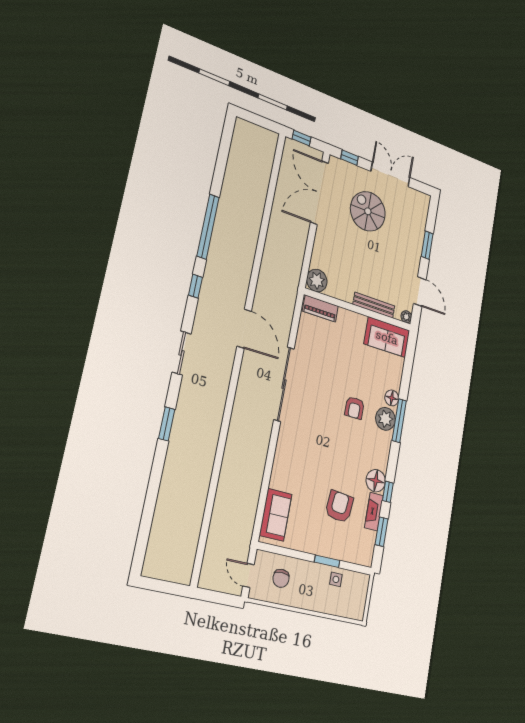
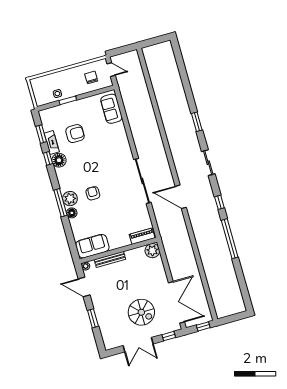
armchair: (339, 507) -> (75, 134), turned -96

